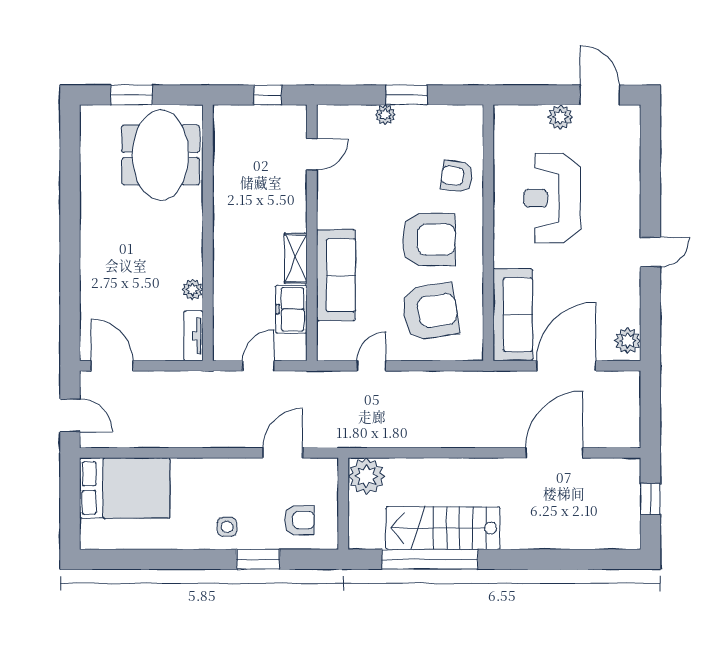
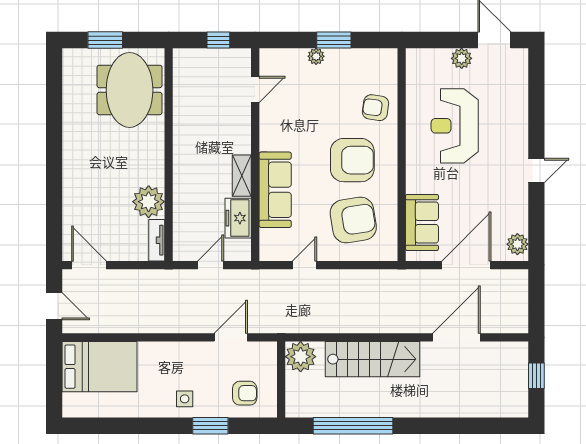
plant: (193, 290) -> (149, 202), width x1.87, depth x1.87
sofa: (513, 315) -> (422, 222), width x0.73
stairs: (443, 528) -> (373, 359), moved, turned 180

